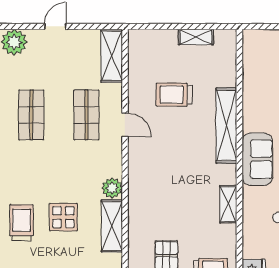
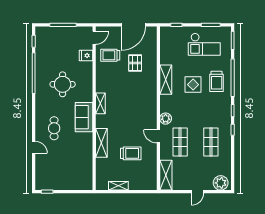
shelving: (226, 125) -> (101, 143), width x0.68
plant: (112, 188) -> (166, 119), moved
shelving: (228, 204) -> (100, 103), moved

